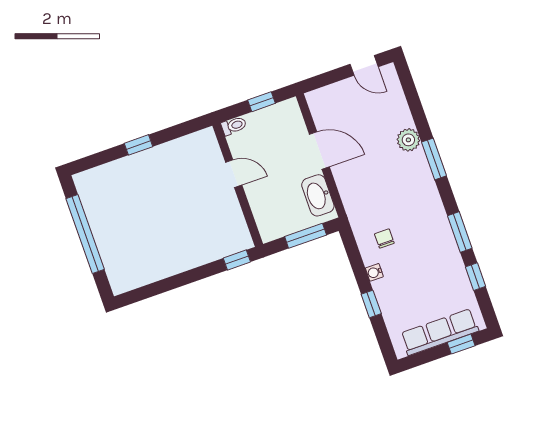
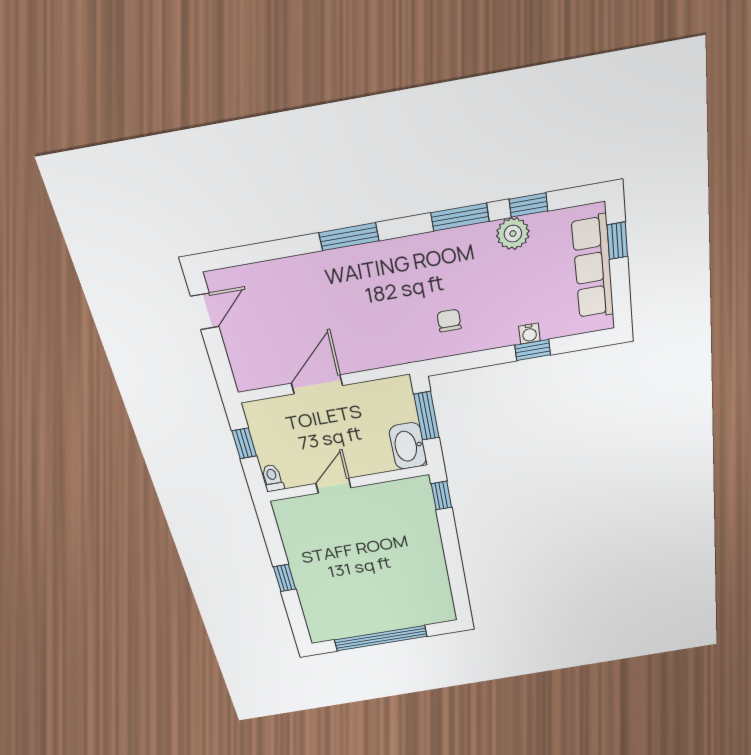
plant: (408, 140) -> (513, 234), moved
washbasin: (318, 195) -> (408, 446), moved, turned 90
chair: (384, 238) -> (449, 321), turned 90
water cooler: (374, 272) -> (529, 333), moved

